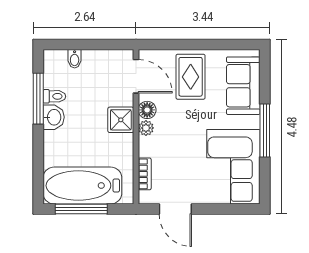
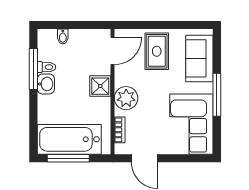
door: (136, 76) -> (113, 51), hinge flipped
floor lamp: (147, 110) -> (122, 78), removed
plant: (146, 128) -> (126, 98), width x1.88, depth x1.88

